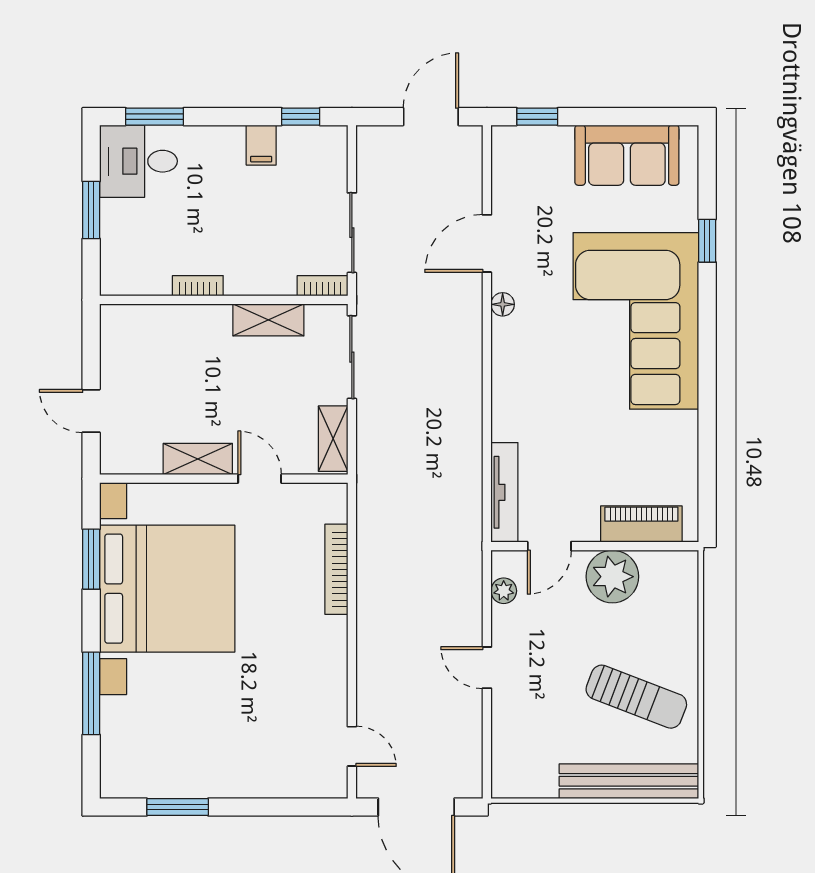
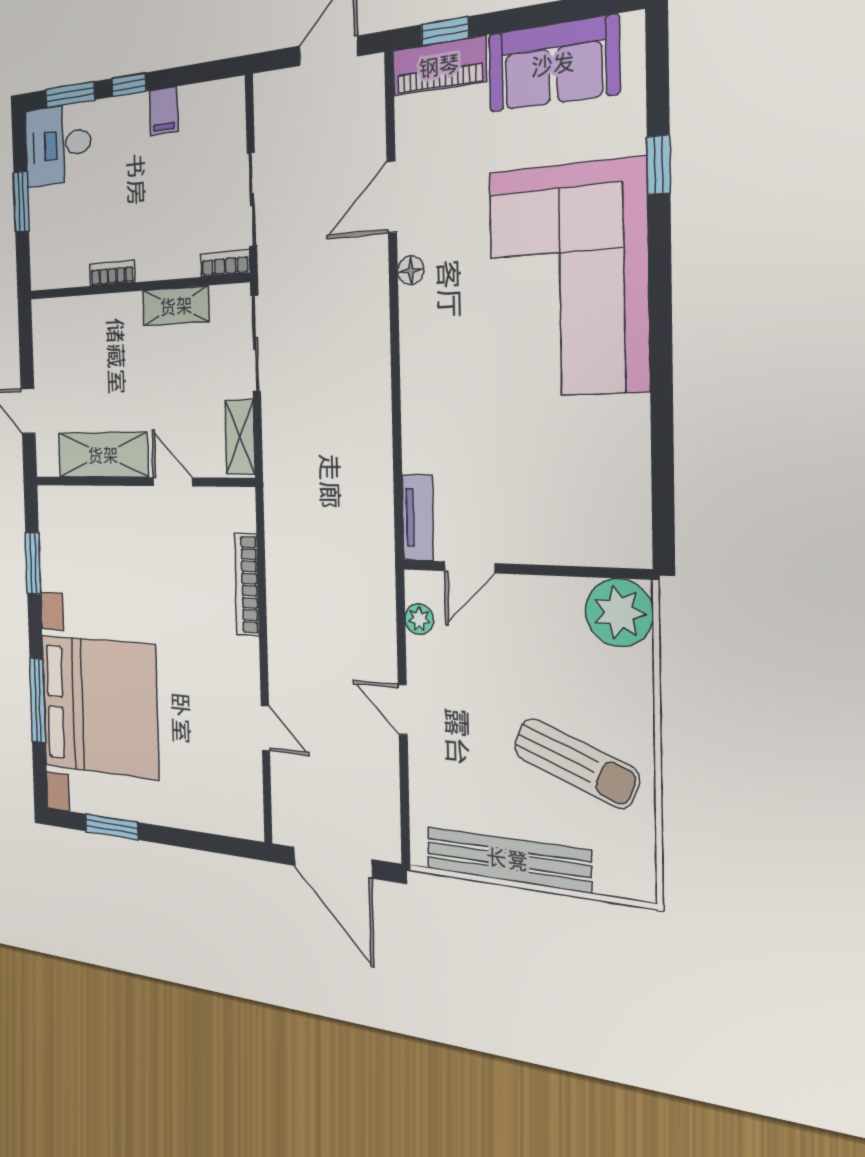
window: (301, 117) -> (129, 85), moved
shelving: (198, 459) -> (103, 455), width x1.50, depth x1.33
tv unit: (504, 492) -> (418, 518), width x0.71
piano: (641, 524) -> (439, 66), moved, turned 180
plant: (612, 577) -> (619, 613), moved
bed with nightstands: (167, 589) -> (99, 706), moved
door: (352, 746) -> (265, 728), moved
bench: (629, 781) -> (507, 859), moved

